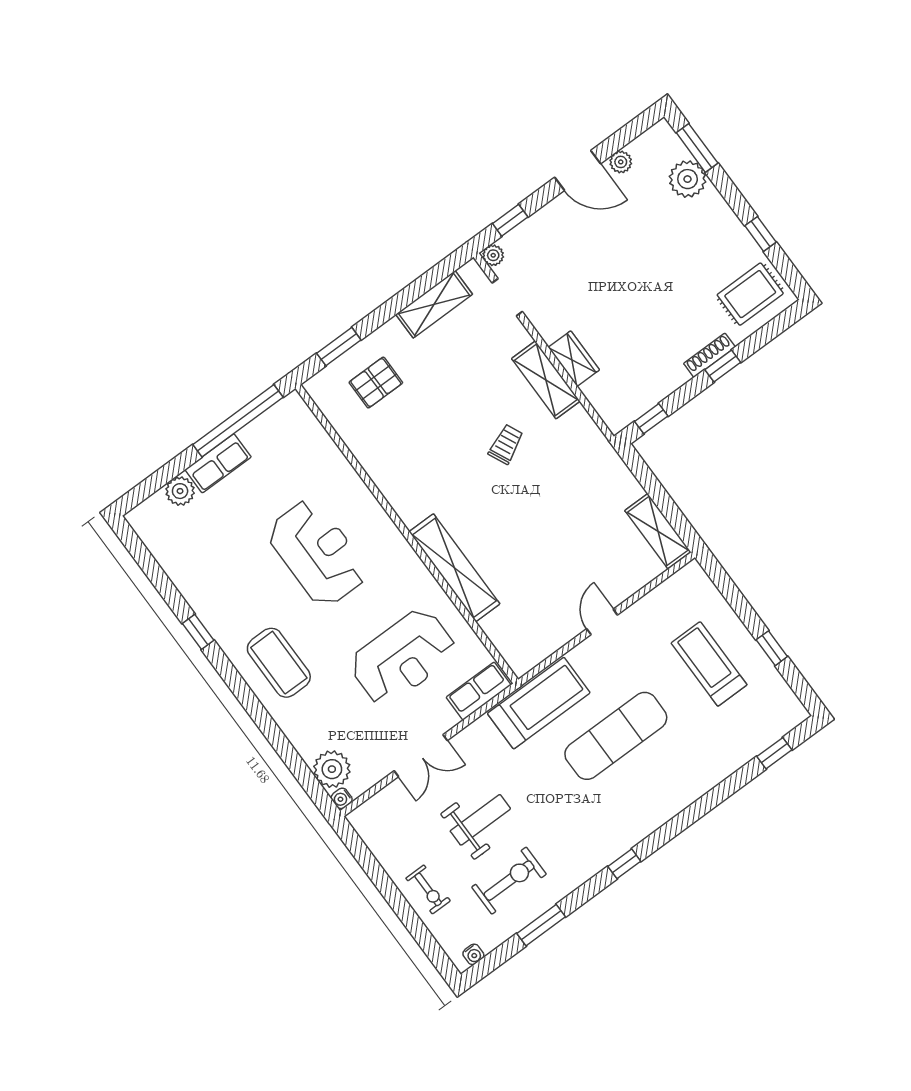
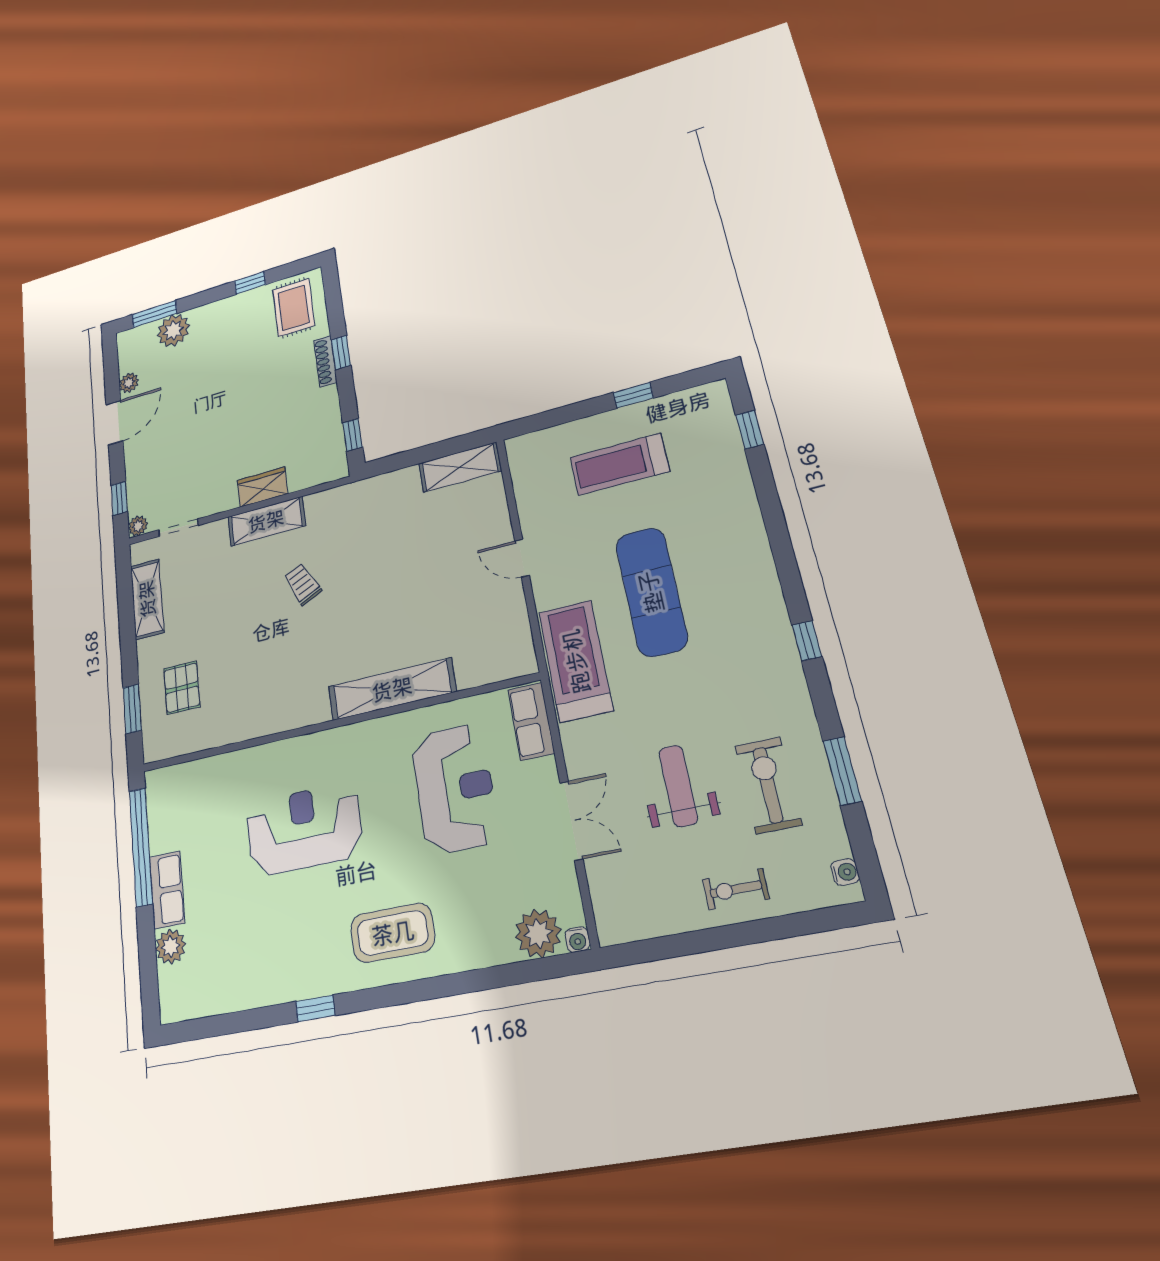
exercise bike: (428, 889) -> (736, 889), turned 180

